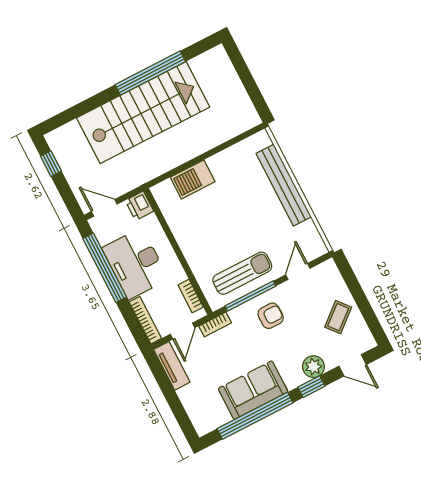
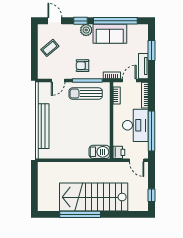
barbecue: (193, 179) -> (99, 152), moved
plant: (313, 367) -> (86, 30), moved
window: (172, 398) -> (151, 50), added

